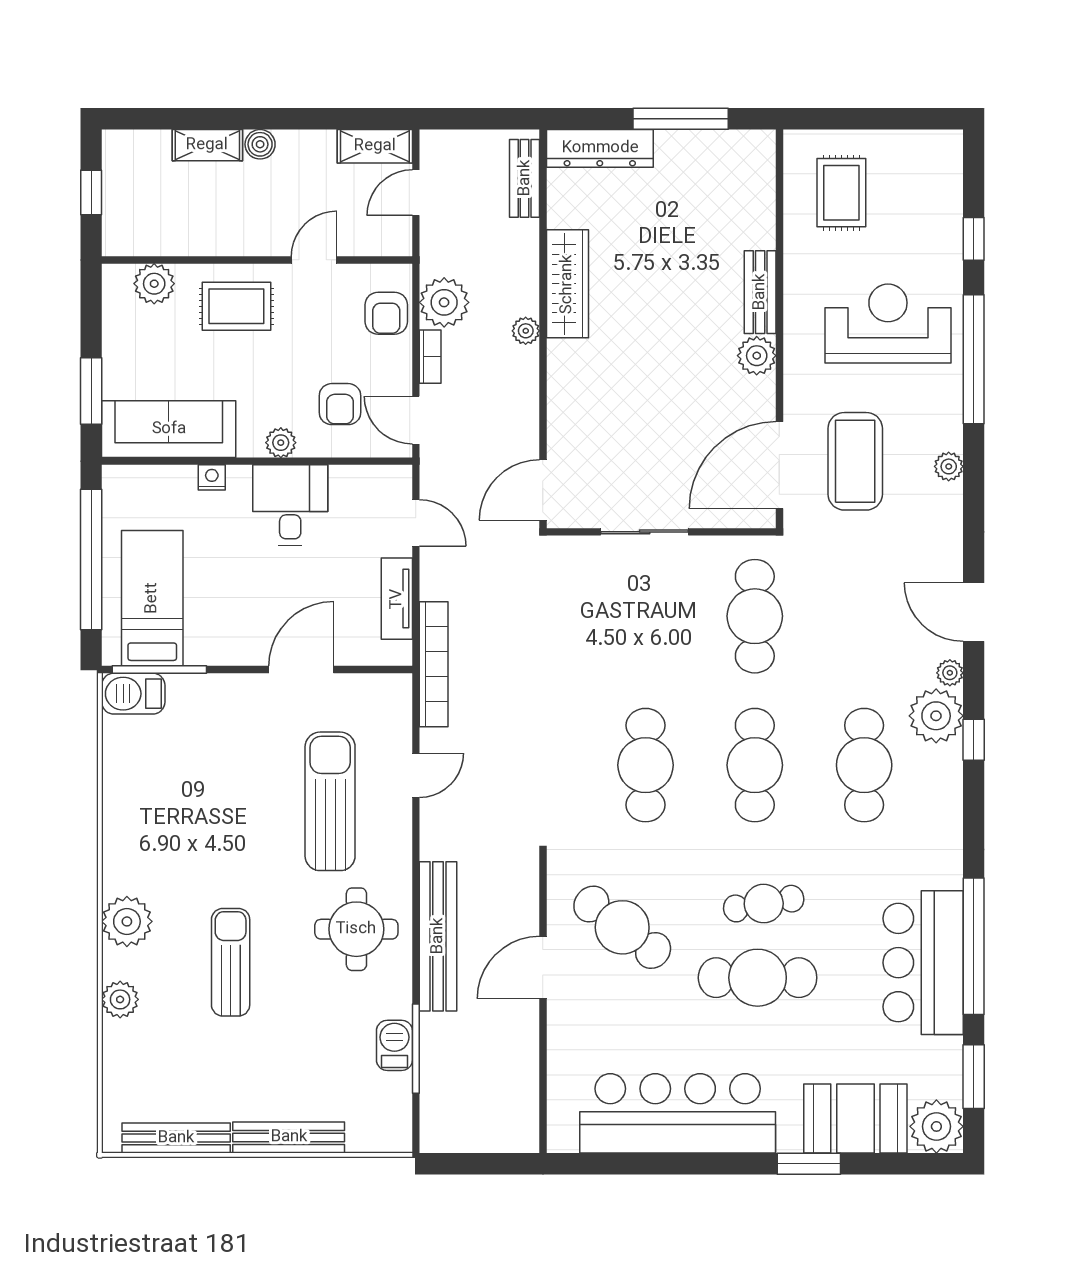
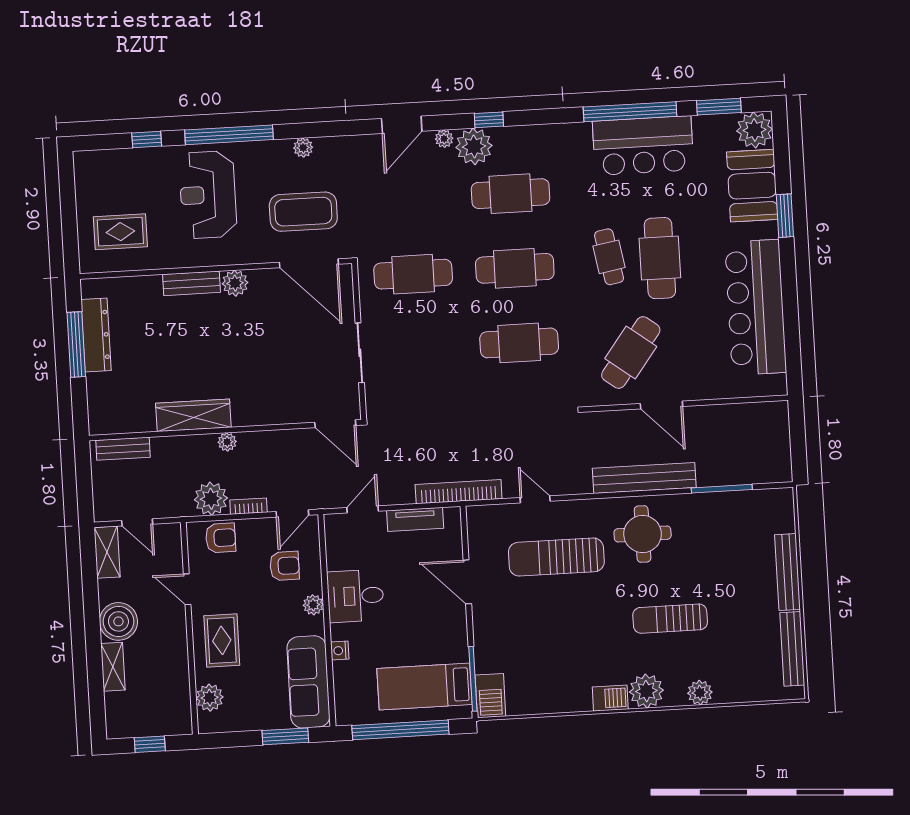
boiler: (260, 144) -> (118, 621), width x1.86, depth x1.86
dresser: (600, 148) -> (96, 335), moved
barbecue: (394, 1045) -> (610, 698), moved, turned 180

